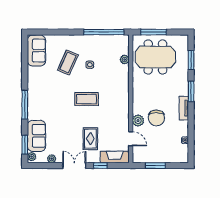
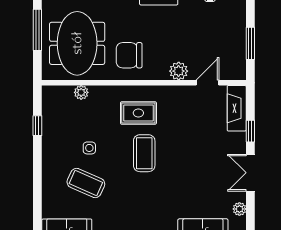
window: (104, 32) -> (37, 126), width x0.32
window: (154, 32) -> (37, 30), moved
chair: (156, 118) -> (129, 55), moved, turned 180
rug: (90, 139) -> (138, 113), moved

